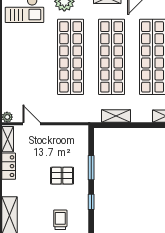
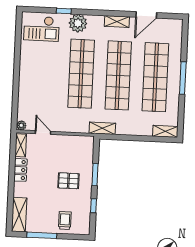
shelving: (116, 116) -> (102, 128), moved

